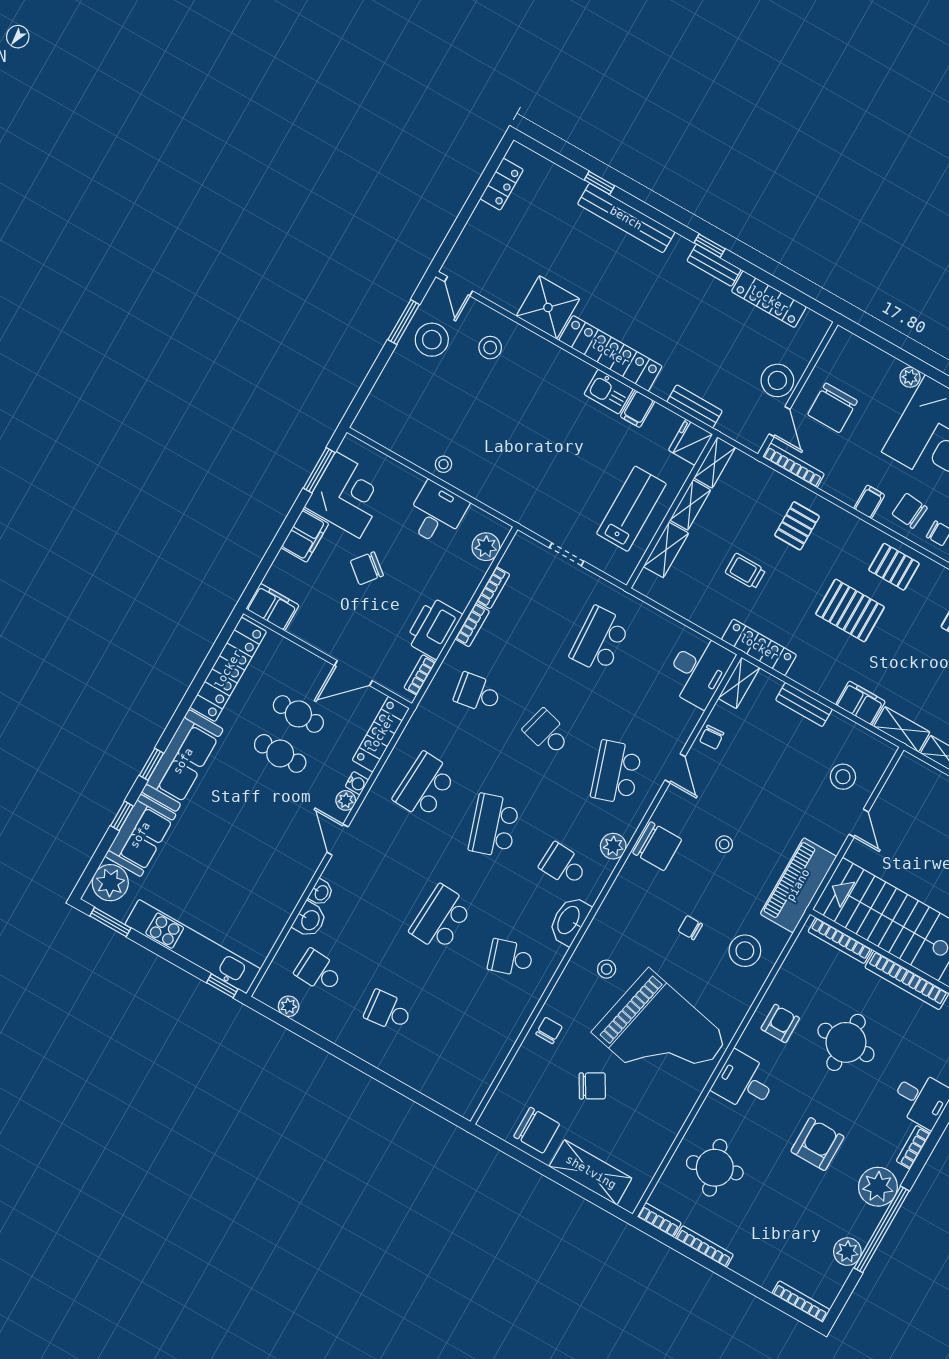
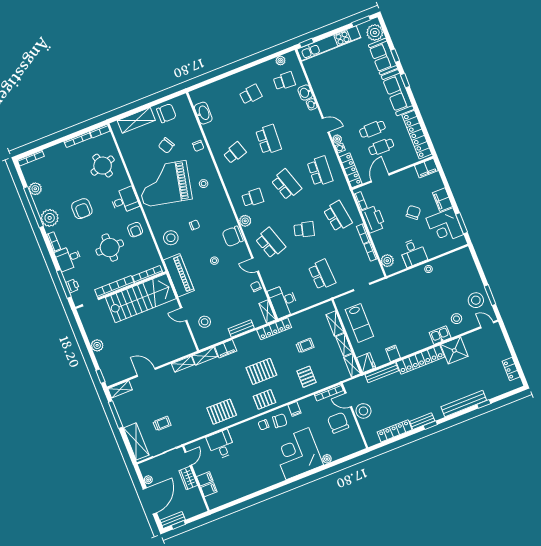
kitchen sink: (609, 392) -> (440, 335), moved
bench: (695, 406) -> (382, 373), width x1.36
school desk: (478, 693) -> (338, 216), width x1.85
washbasin: (569, 920) -> (203, 113), moved
chair: (537, 1130) -> (166, 113), turned 180

